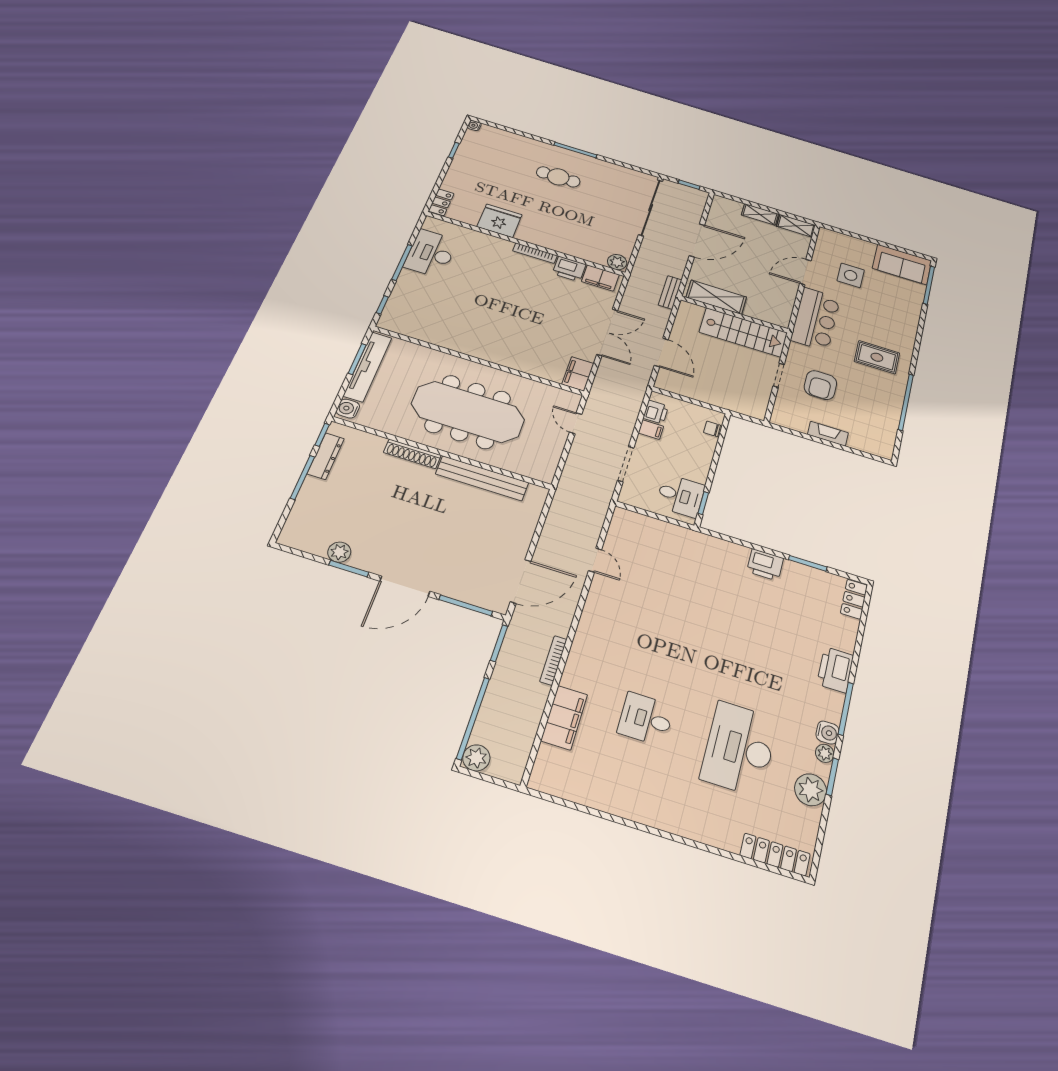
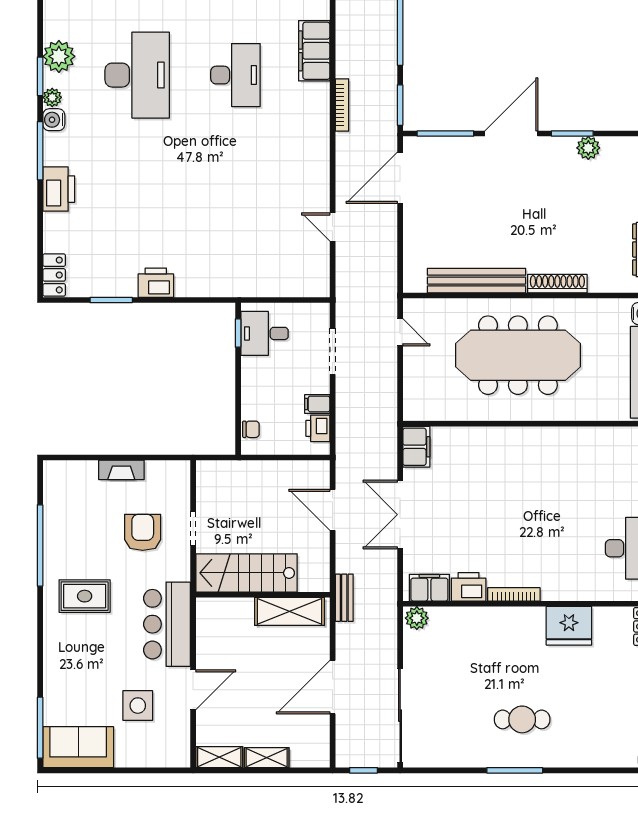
door: (576, 423) -> (400, 332), moved
desk: (646, 719) -> (235, 75), width x1.37

